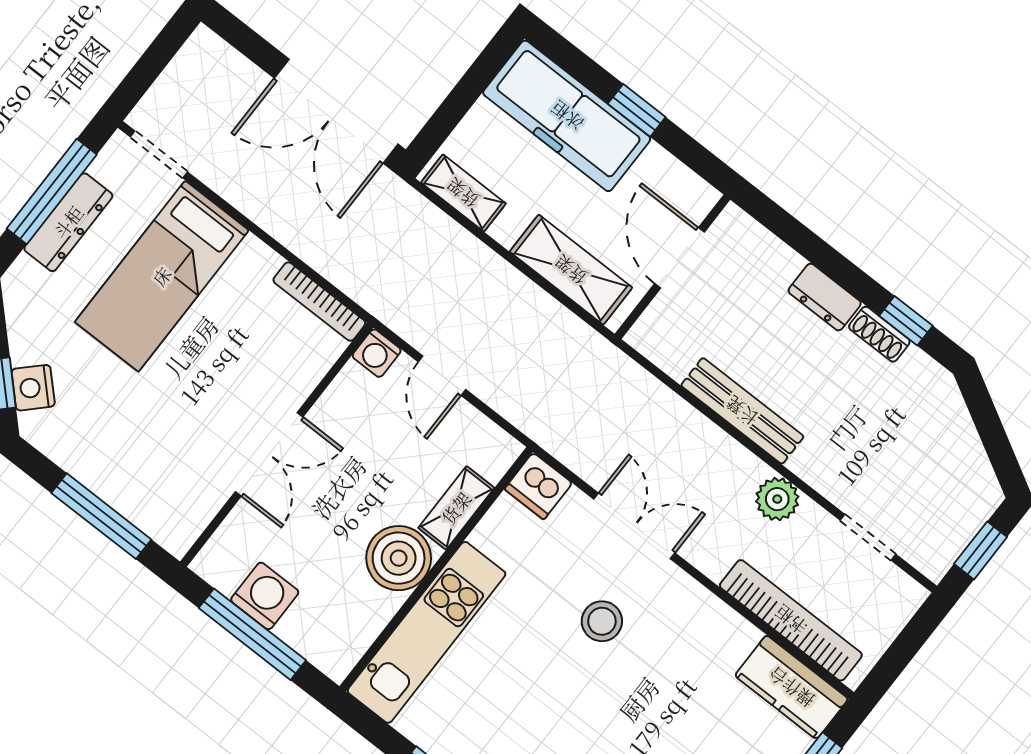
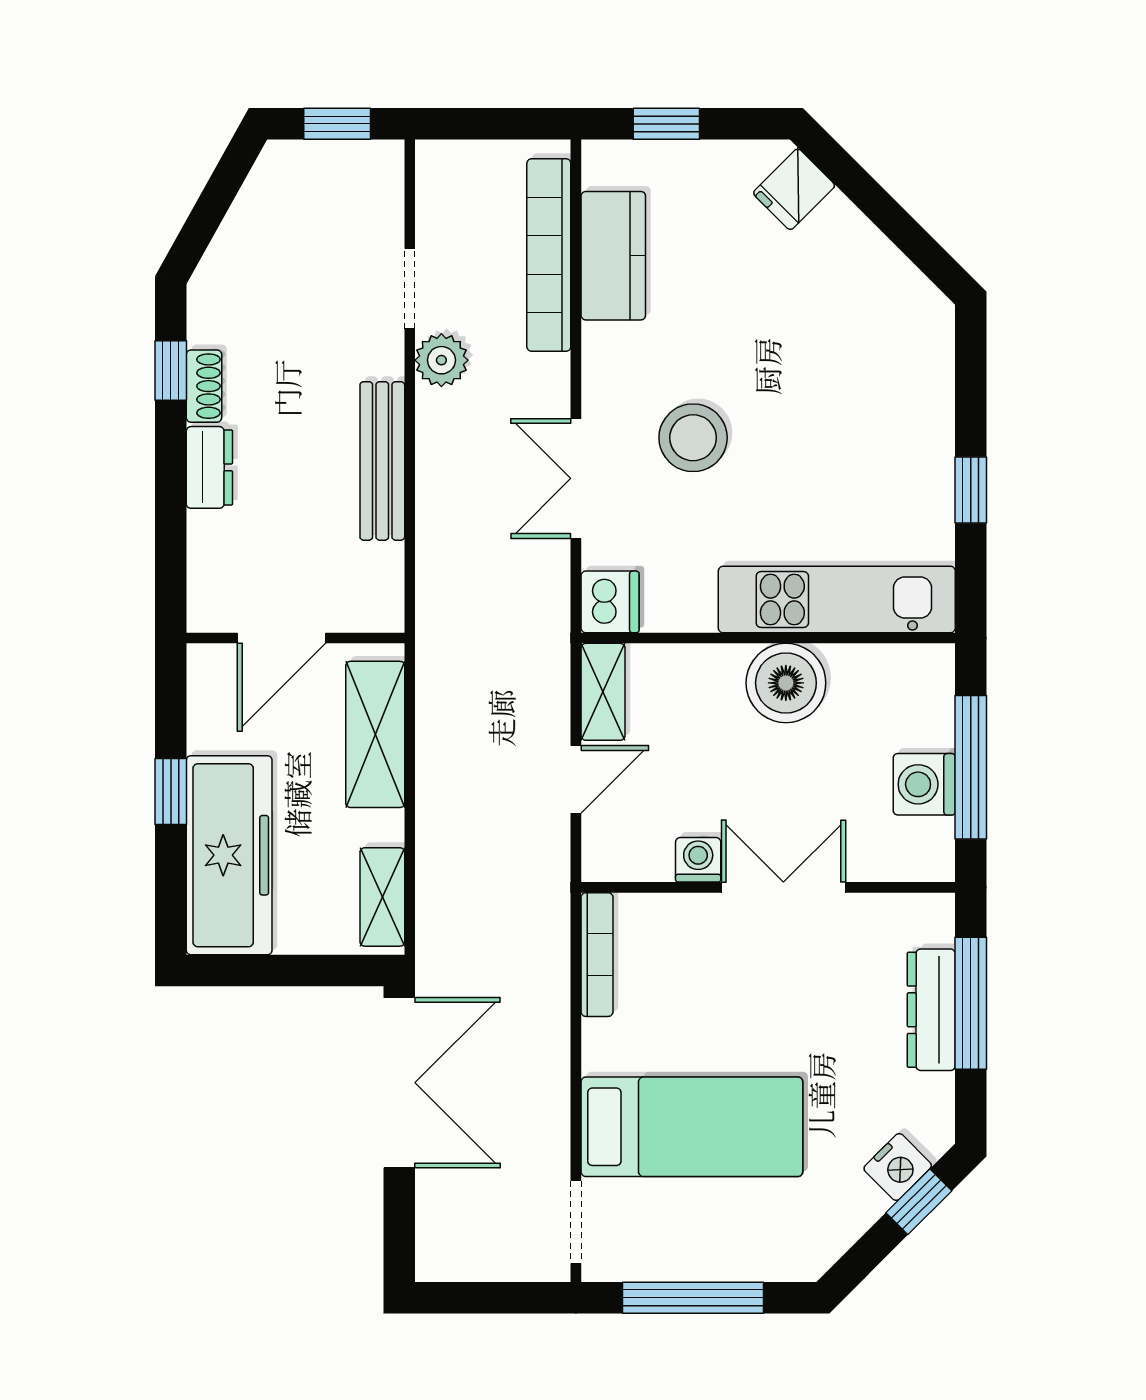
dresser: (68, 222) -> (931, 1010), moved, turned -90
washing machine: (377, 353) -> (698, 860), moved, turned -90
shelving: (456, 508) -> (603, 692), moved, turned 90
doorway: (868, 537) -> (410, 289), moved
stool: (602, 621) -> (693, 438), width x1.38, depth x1.38
kitchen counter: (791, 687) -> (613, 256), moved

